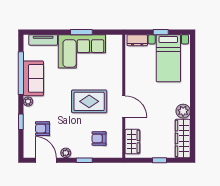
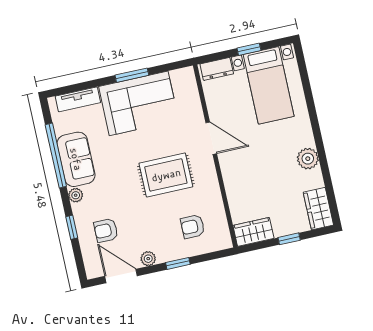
door: (124, 107) -> (211, 138), moved
wardrobe: (183, 138) -> (318, 209), width x0.67
wardrobe: (132, 142) -> (253, 232), moved, turned -90

